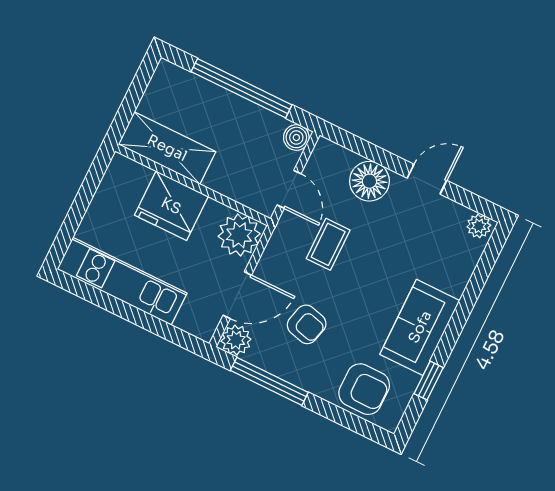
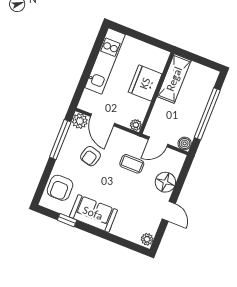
plant: (239, 235) -> (136, 125), width x0.53, depth x0.53

